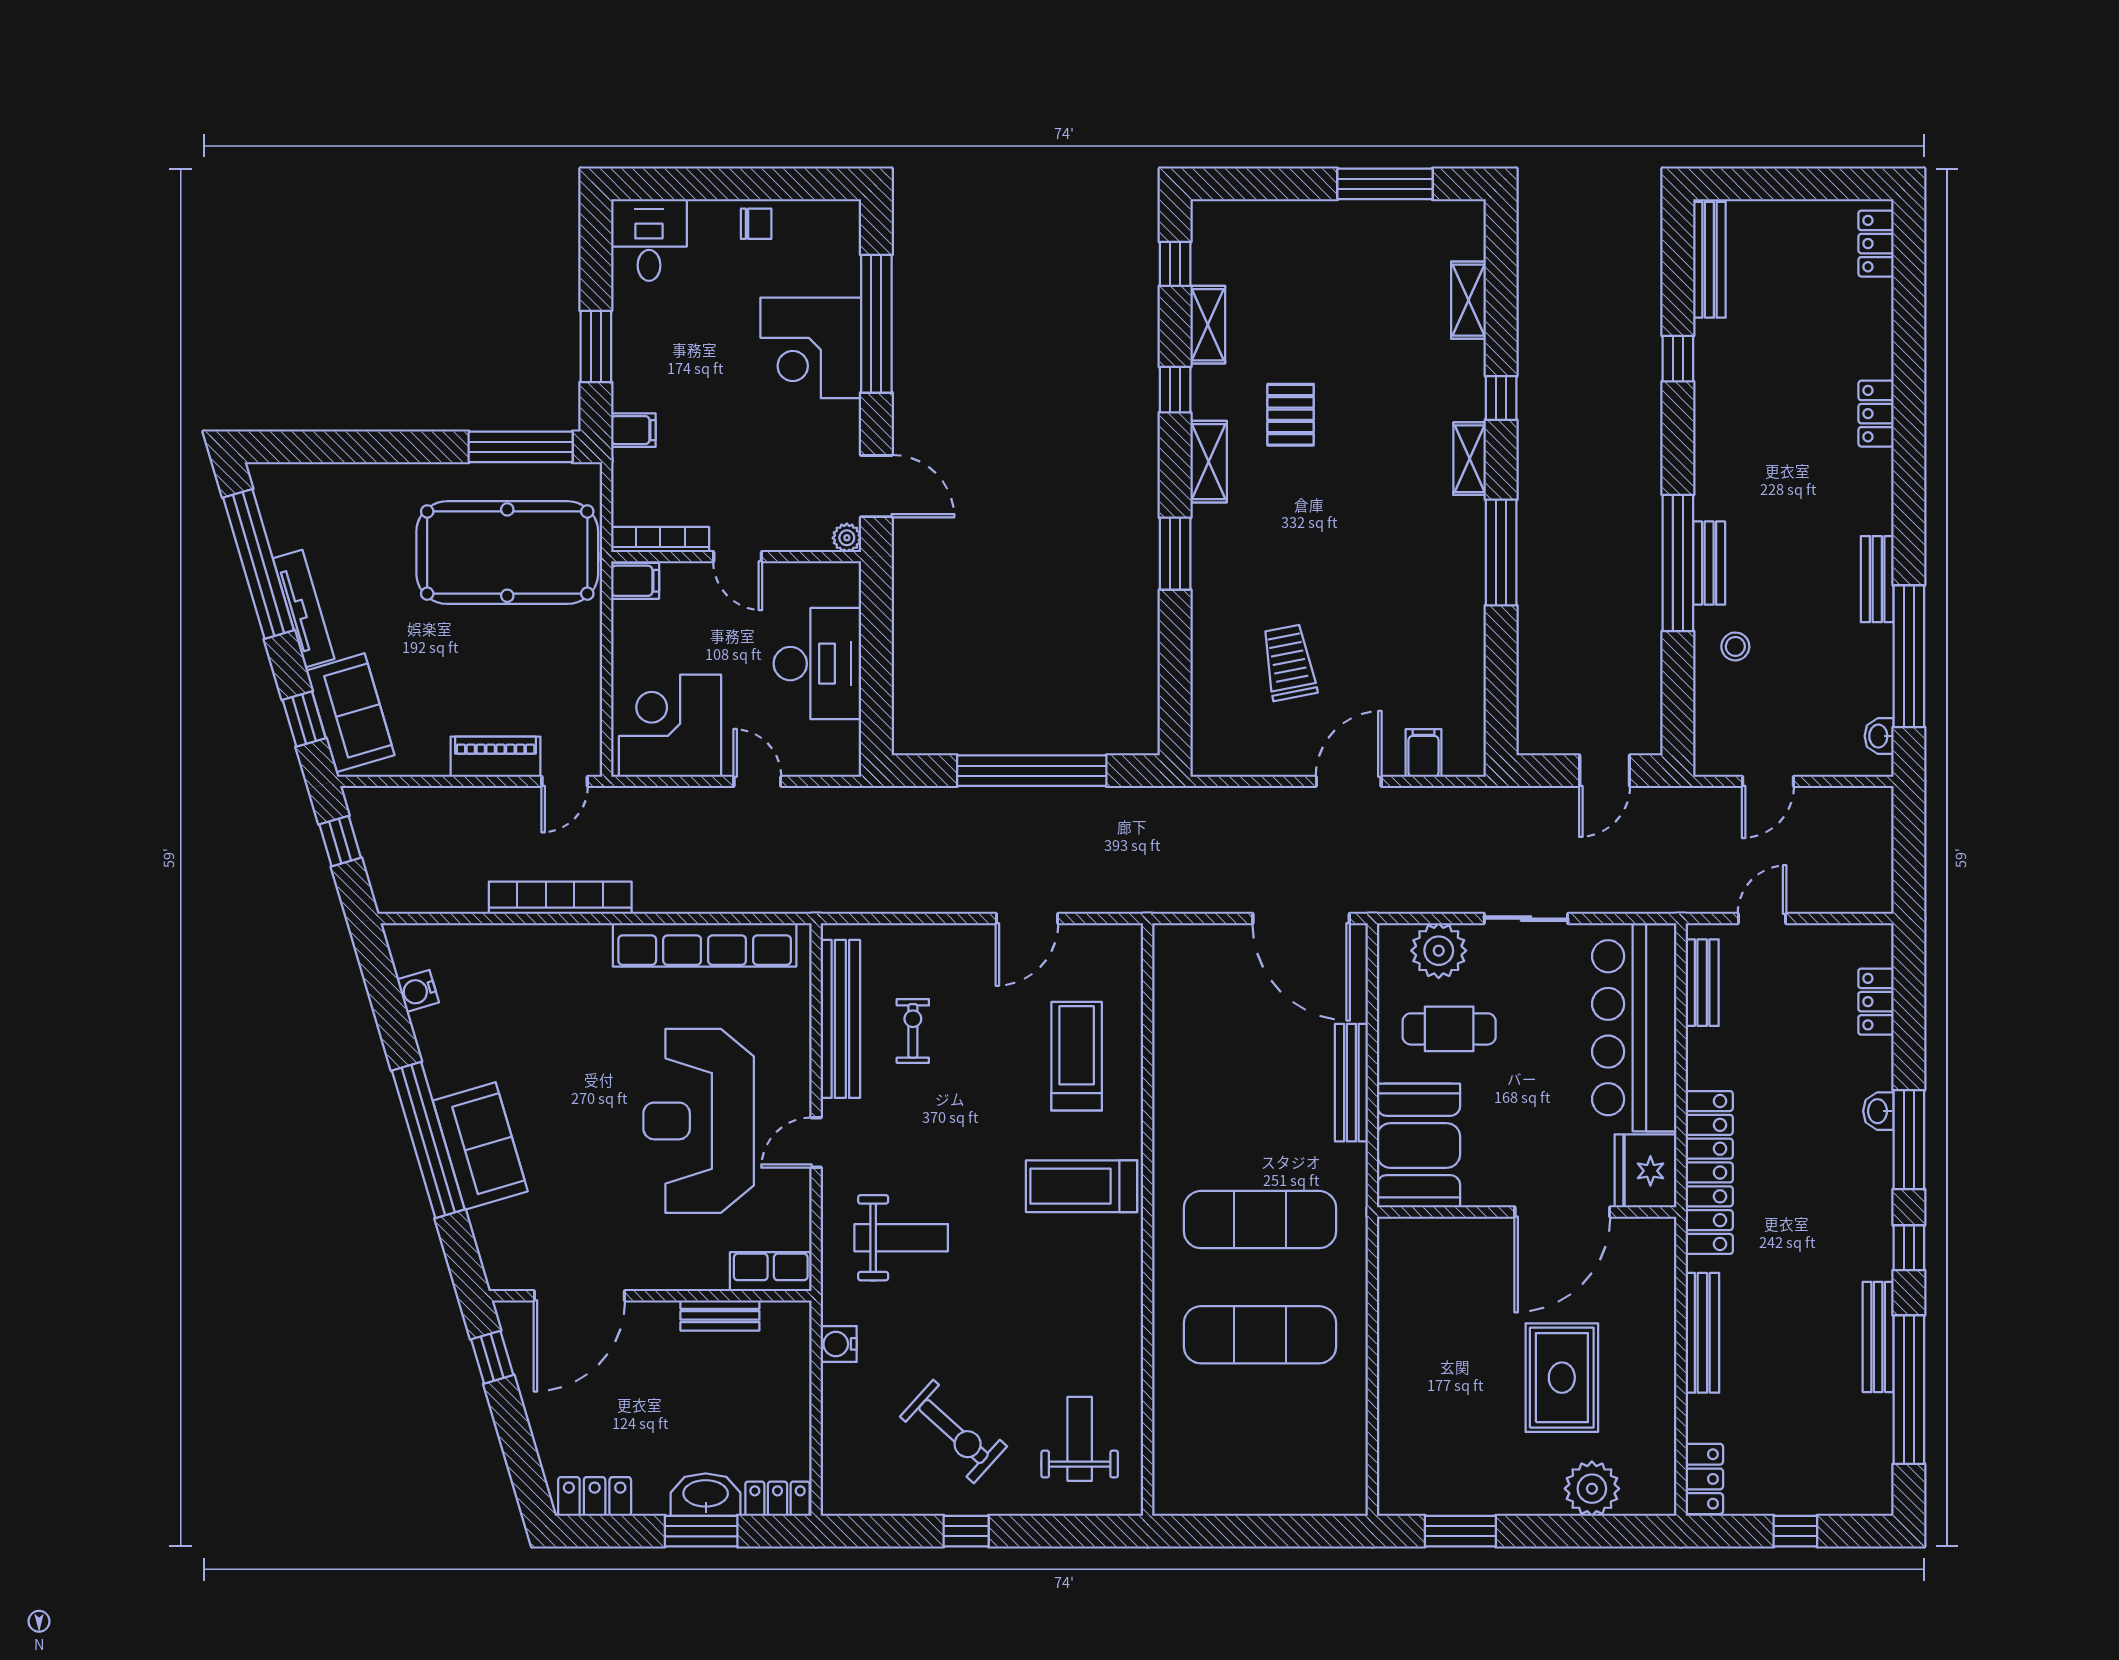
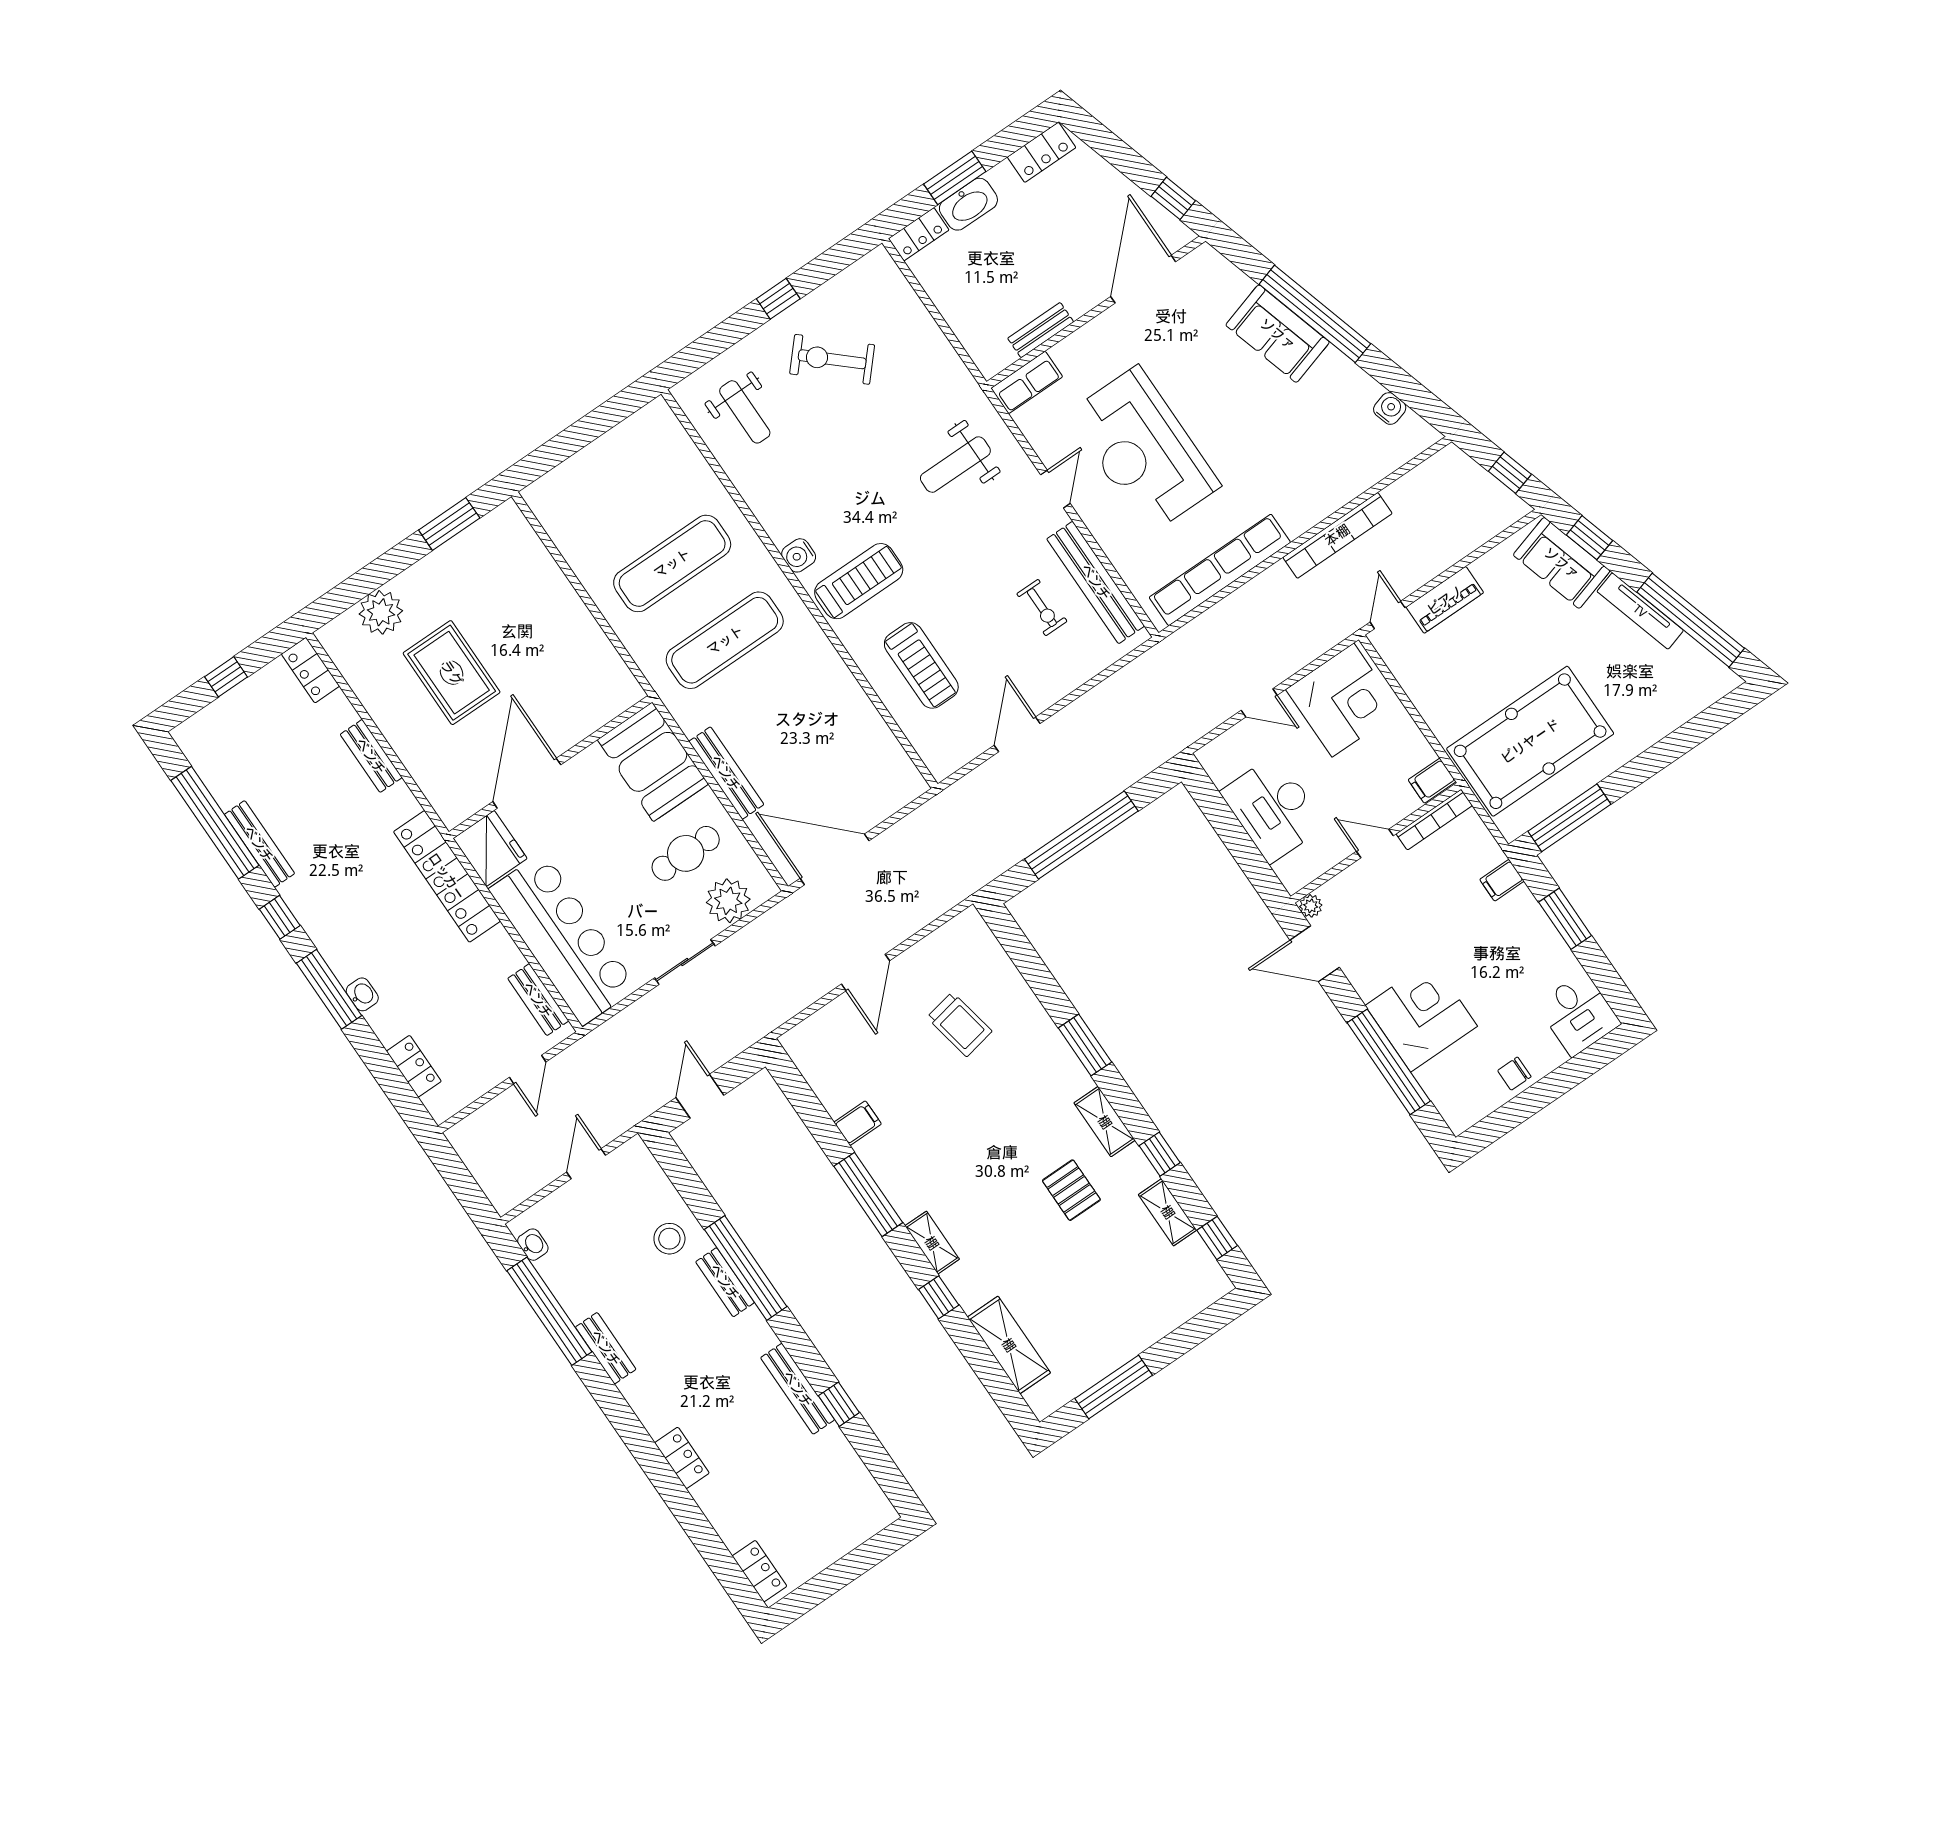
bench: (1709, 260) -> (798, 1389), moved
shelving: (1469, 300) -> (1009, 1345), width x1.50, depth x1.33
stool: (1735, 646) -> (669, 1239), width x1.37, depth x1.37
filing cabinet: (1423, 753) -> (858, 1123), moved, turned -90
reception desk: (699, 1121) -> (1144, 450), turned 180
bench: (1702, 1333) -> (371, 756), width x0.73
water cooler: (839, 1344) -> (799, 555), moved, turned 180

